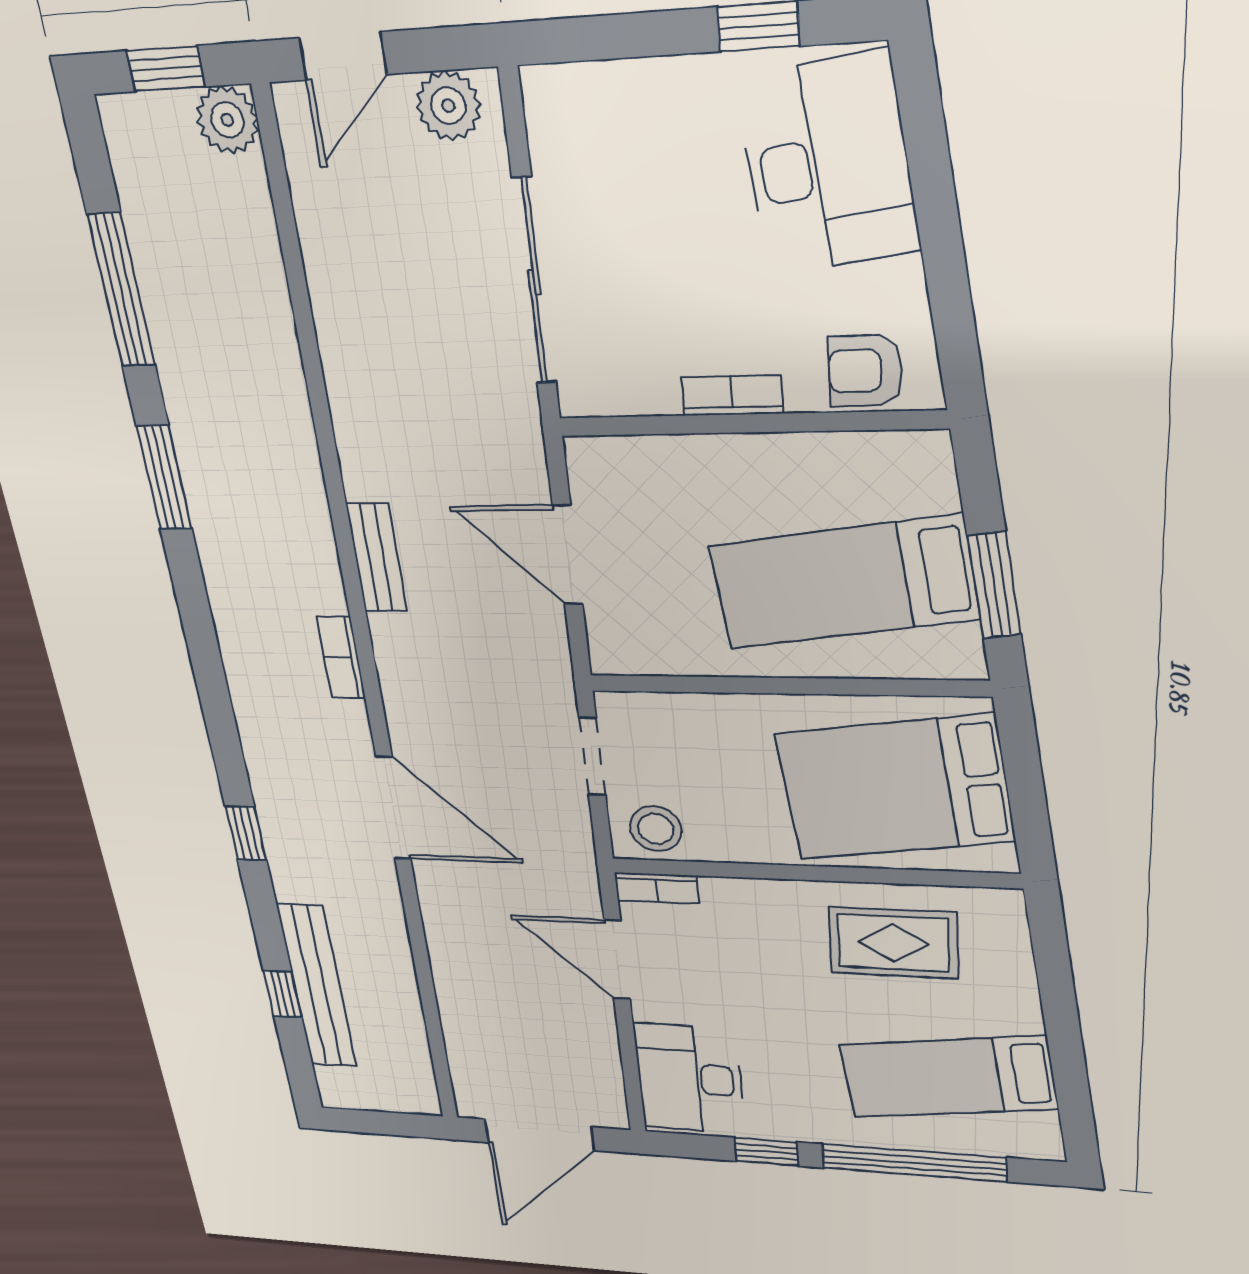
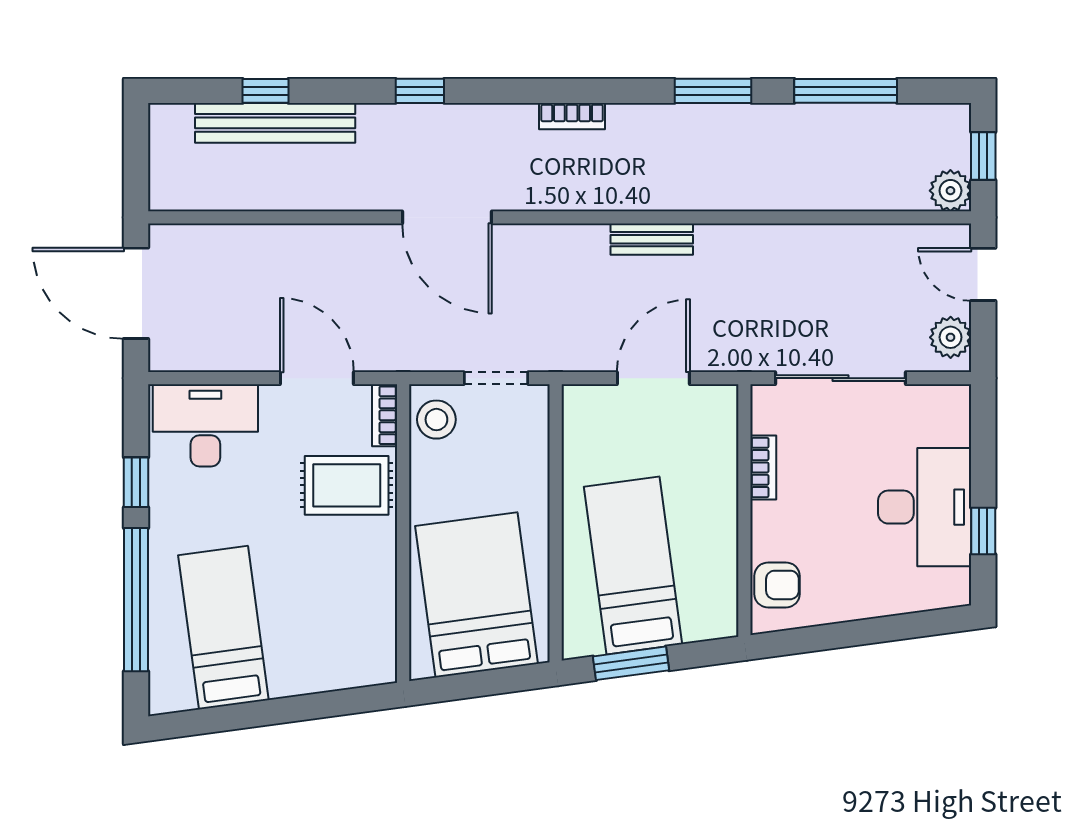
desk: (828, 166) -> (925, 507), moved, turned -82
armchair: (865, 371) -> (777, 585), turned 90
bookcase: (732, 395) -> (763, 467), moved
bookcase: (341, 658) -> (572, 116), moved, turned 180
door: (393, 808) -> (447, 217), hinge flipped
rug: (893, 943) -> (347, 485), moved, turned 90
door: (617, 960) -> (317, 378), hinge flipped

